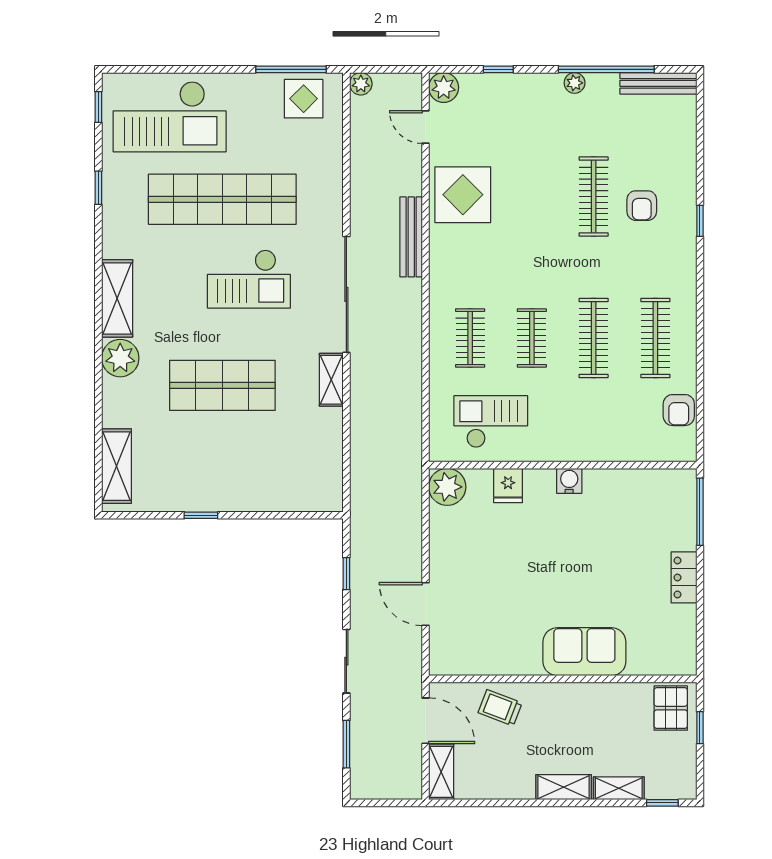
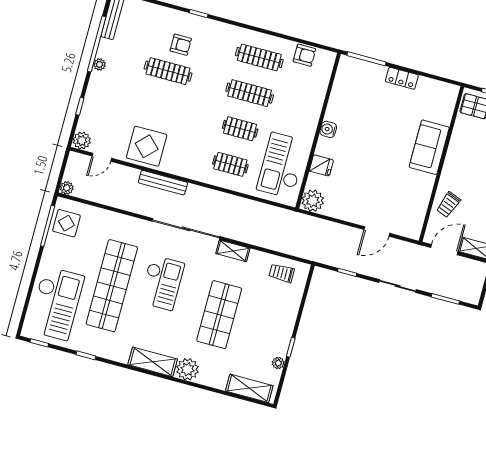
checkout: (491, 422) -> (282, 165), width x1.36, depth x1.21
trolley: (317, 468) -> (282, 273), added
plant: (170, 502) -> (278, 363), added

